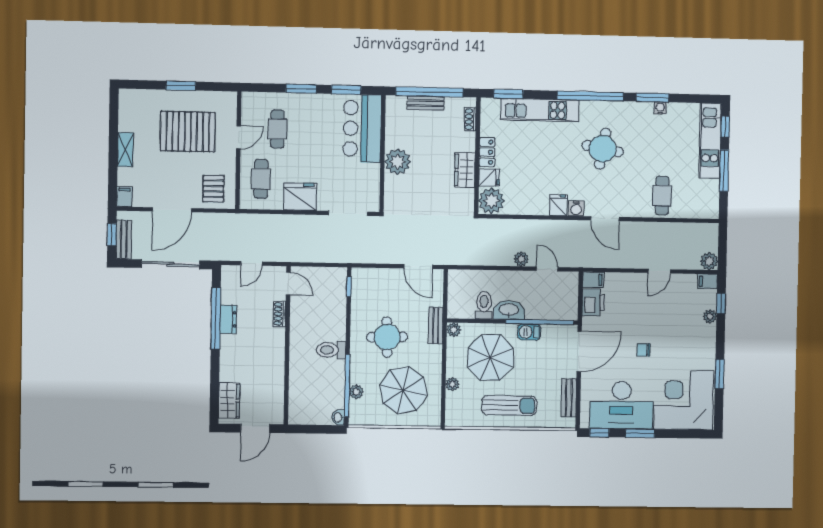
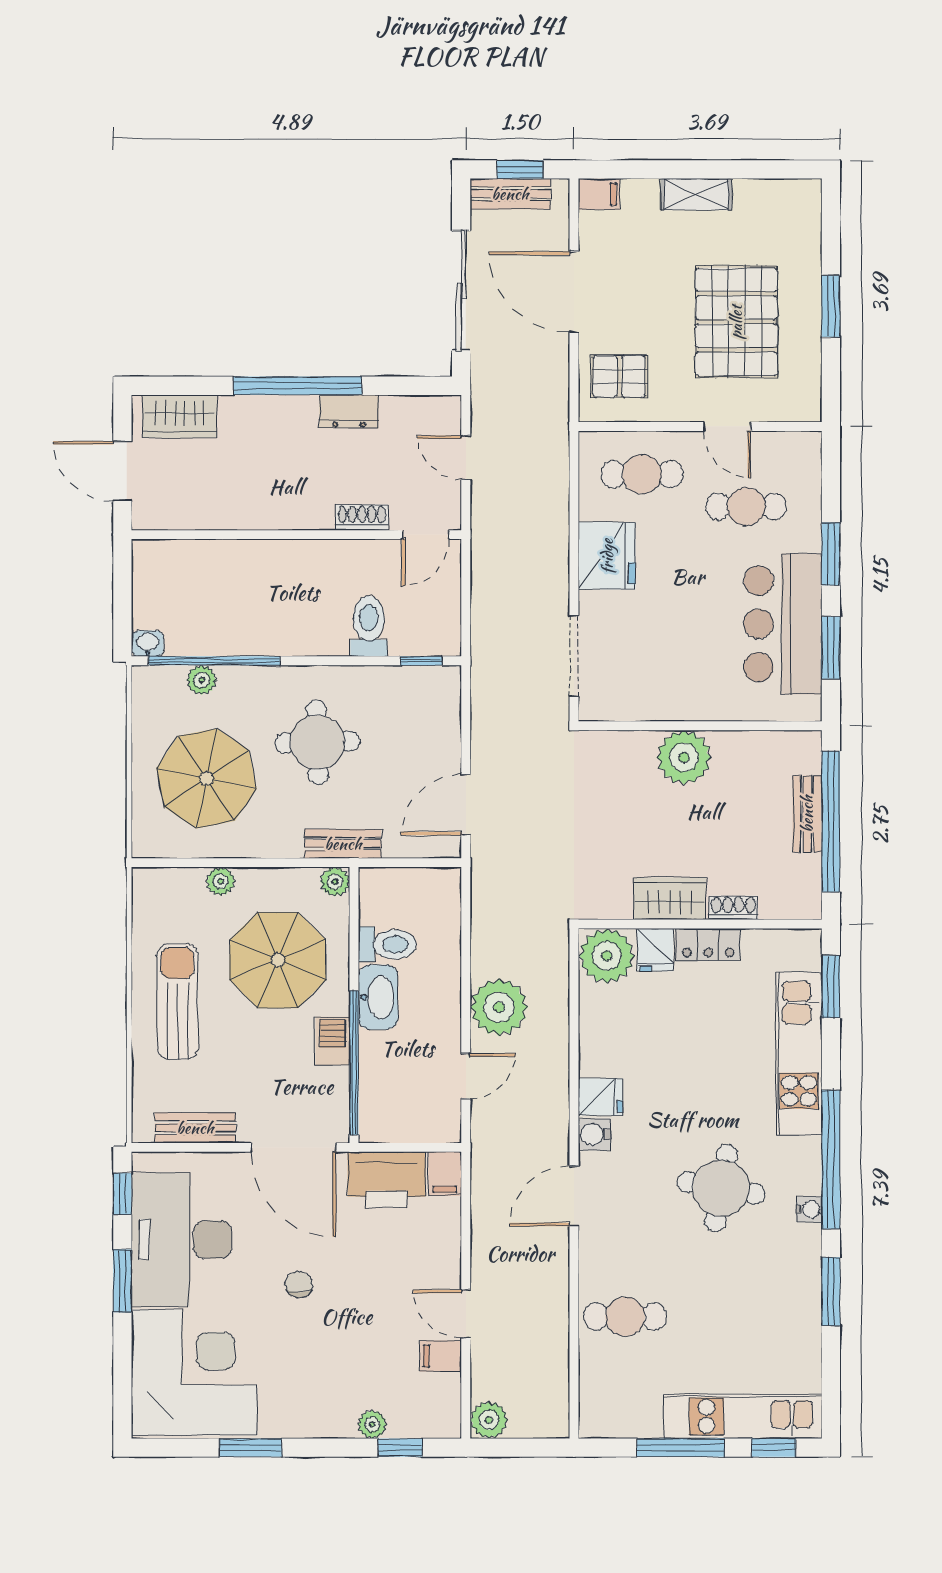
water cooler: (660, 108) -> (809, 1209), moved
shoe rack: (470, 119) -> (733, 908), moved
bar counter: (362, 128) -> (783, 624), moved, turned -90
plant: (521, 259) -> (499, 1007), width x1.88, depth x1.88
filing cabinet: (708, 281) -> (441, 1356), moved, turned -90
printer: (593, 302) -> (387, 1180), width x1.37, depth x1.19
window: (216, 318) -> (298, 386), moved
toilet: (331, 350) -> (369, 626), moved
sun lounger: (509, 405) -> (177, 1002), turned 180

